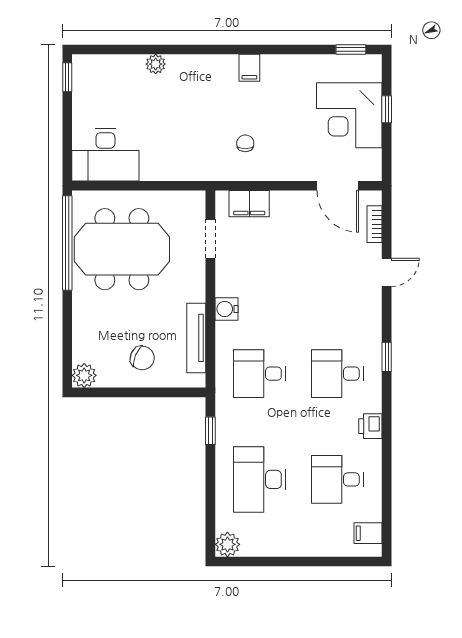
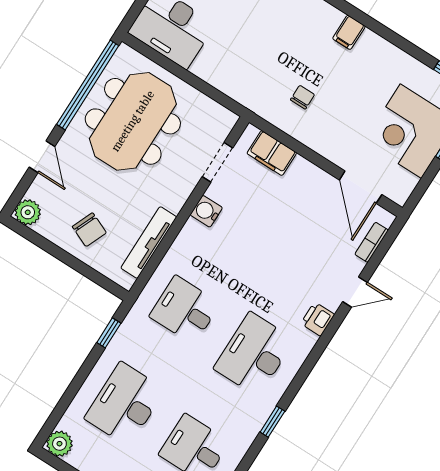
meeting table: (122, 249) -> (133, 121), turned 90
water cooler: (226, 309) -> (206, 211), moved
door: (67, 324) -> (42, 157), added
window: (387, 357) -> (272, 422), moved
desk: (337, 374) -> (254, 354), width x1.37
printer: (370, 426) -> (318, 319), moved

